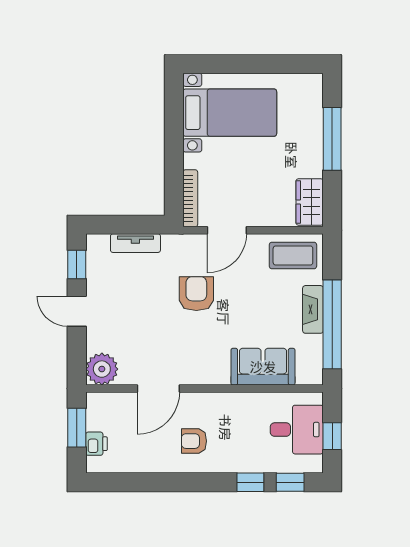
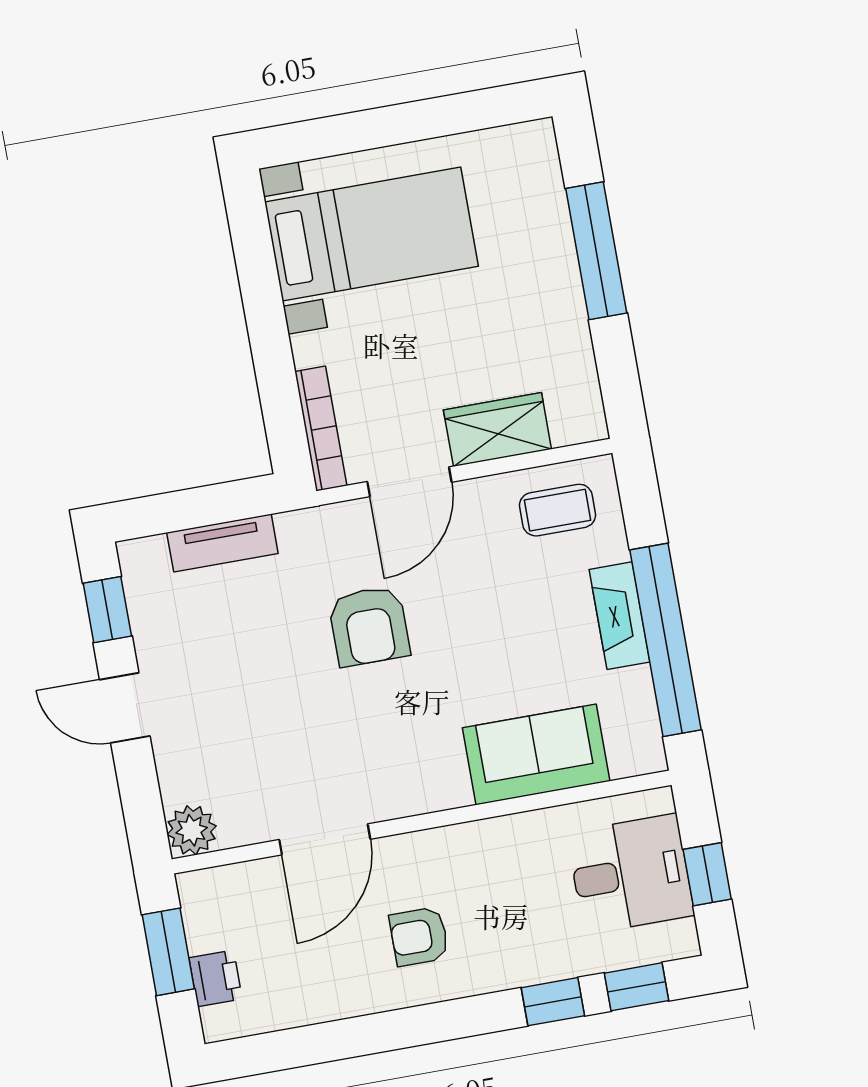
wardrobe: (310, 202) -> (497, 429), moved, turned 90
coffee table: (293, 255) -> (558, 510), width x0.73, depth x0.77
armchair: (196, 294) -> (369, 626), turned 180
plant: (102, 369) -> (192, 830), width x0.73, depth x0.73

